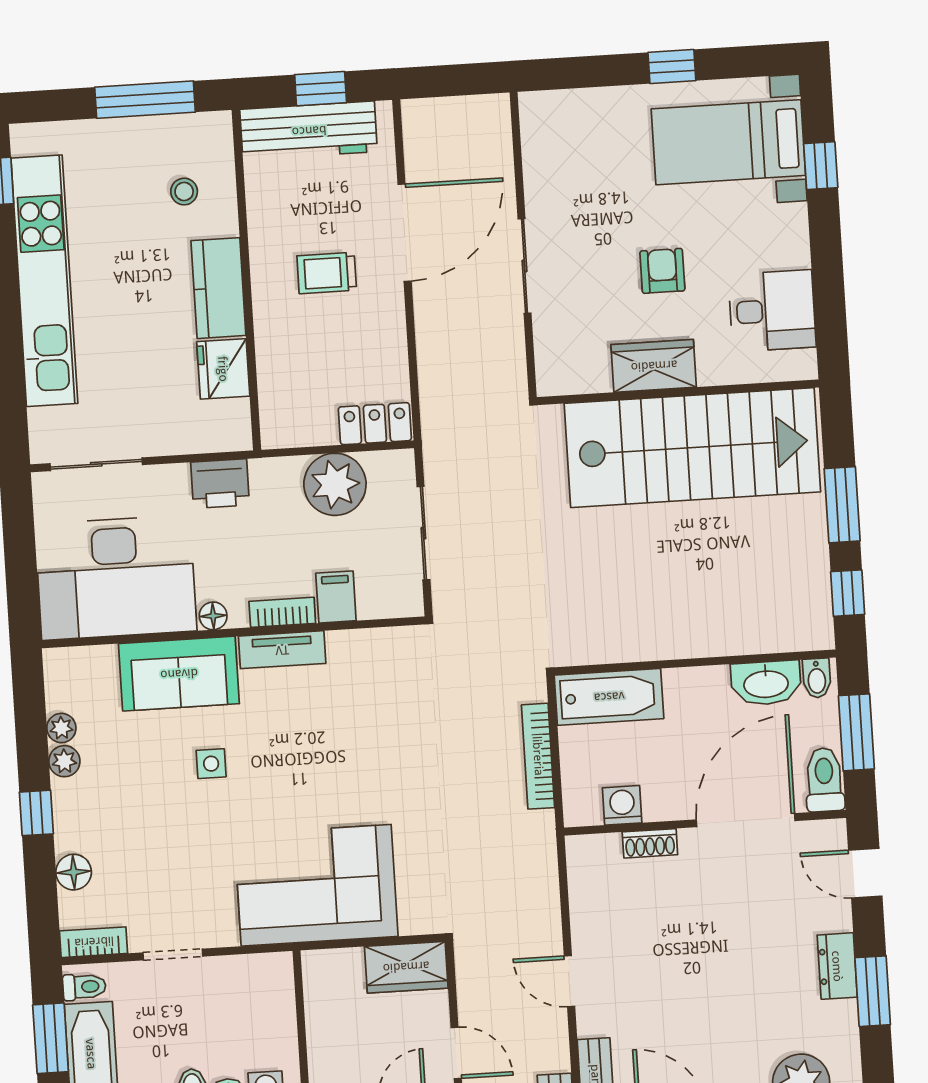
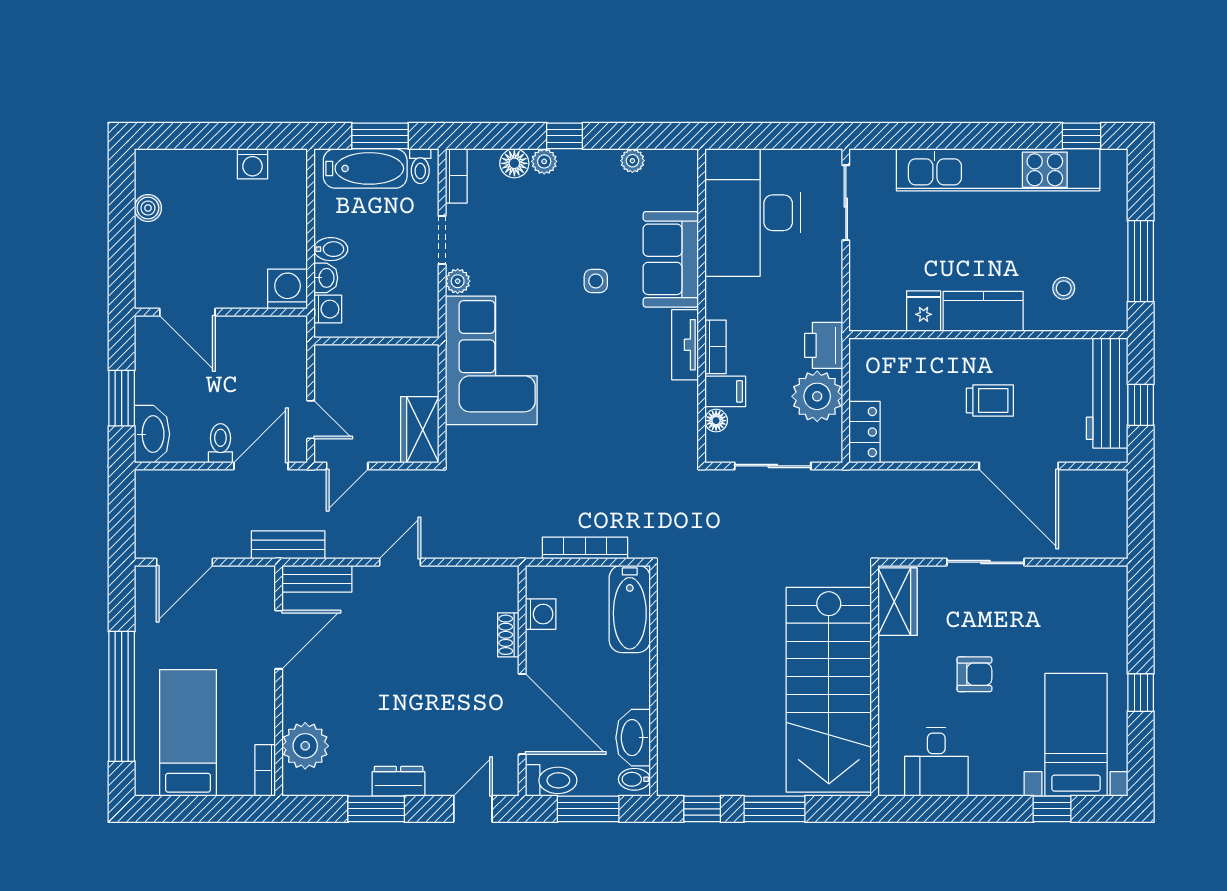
trolley: (327, 273) -> (990, 400), turned 90
wardrobe: (654, 366) -> (897, 602), moved
fridge: (223, 369) -> (924, 311), width x0.72
printer: (220, 484) -> (824, 345), moved
floor lamp: (213, 616) -> (716, 421), moved
plant: (64, 761) -> (544, 161), moved
plant: (222, 932) -> (458, 281), added

